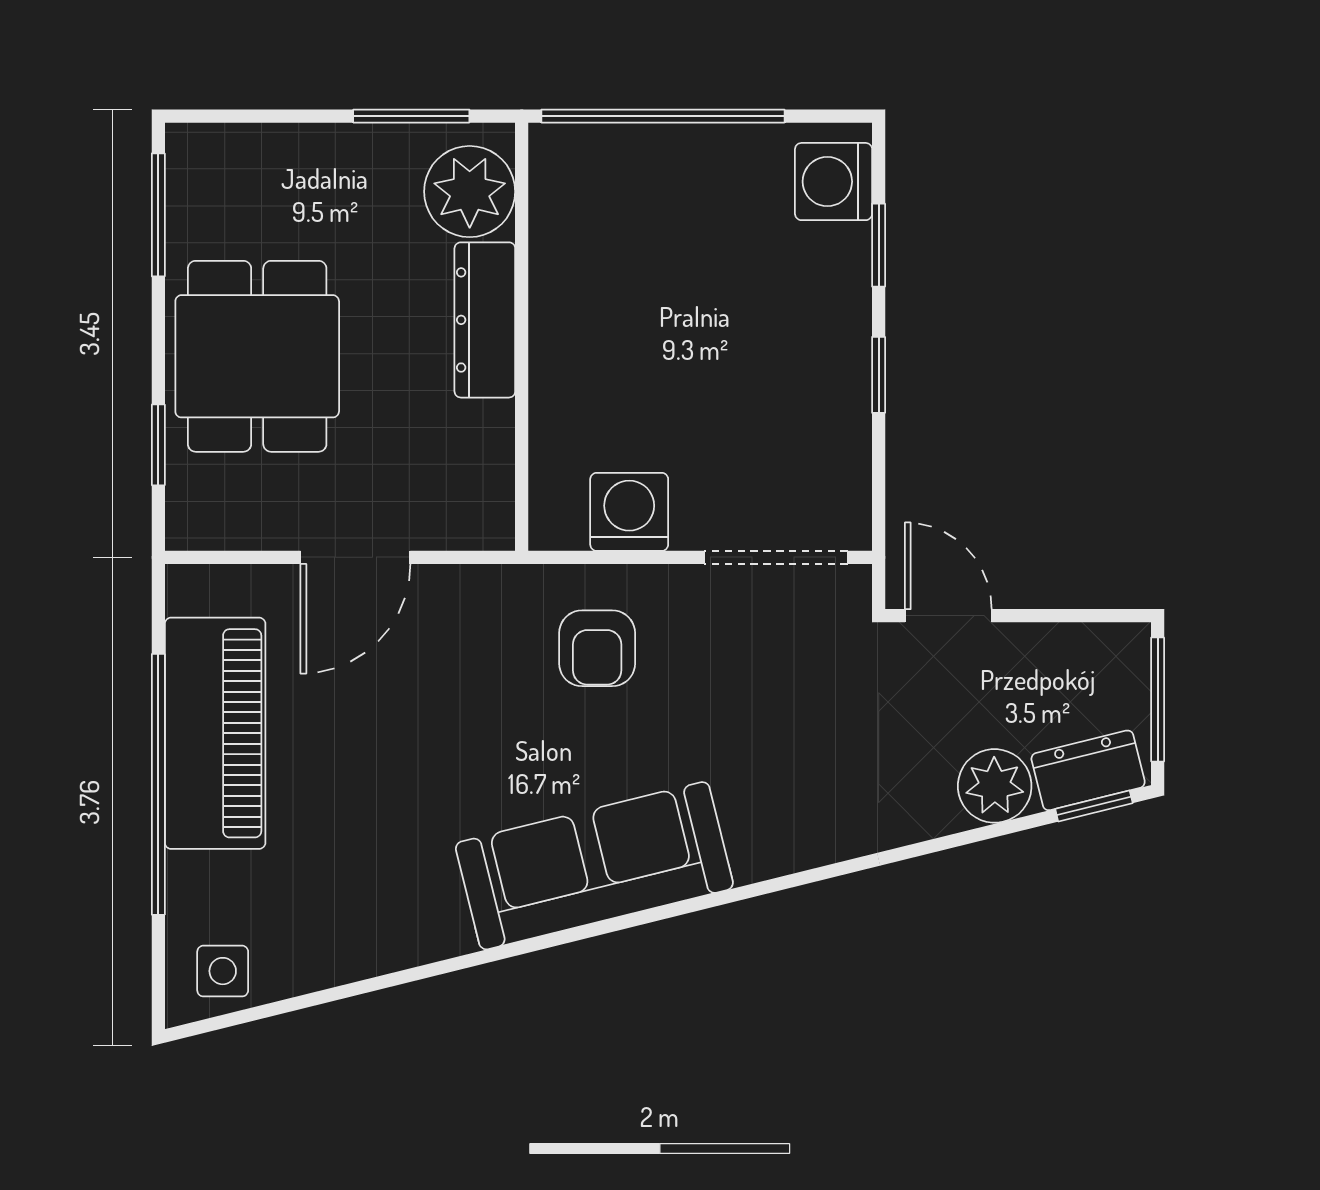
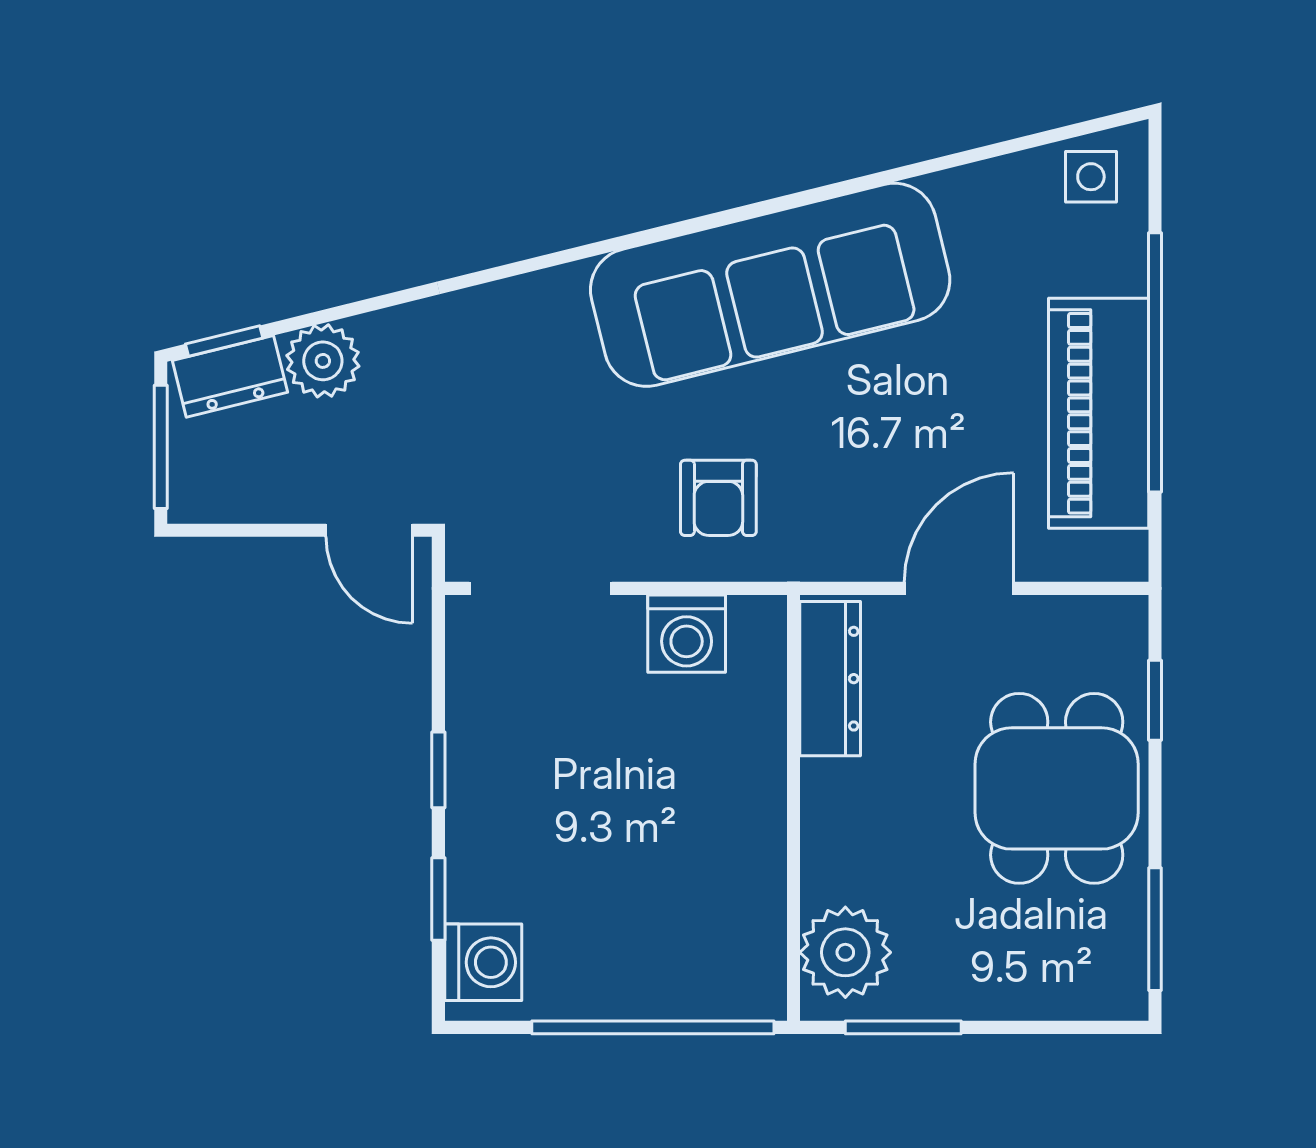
dresser: (485, 320) -> (830, 679), moved
armchair: (597, 648) -> (718, 498), turned 180
sofa: (594, 866) -> (770, 285), width x1.36, depth x1.27

